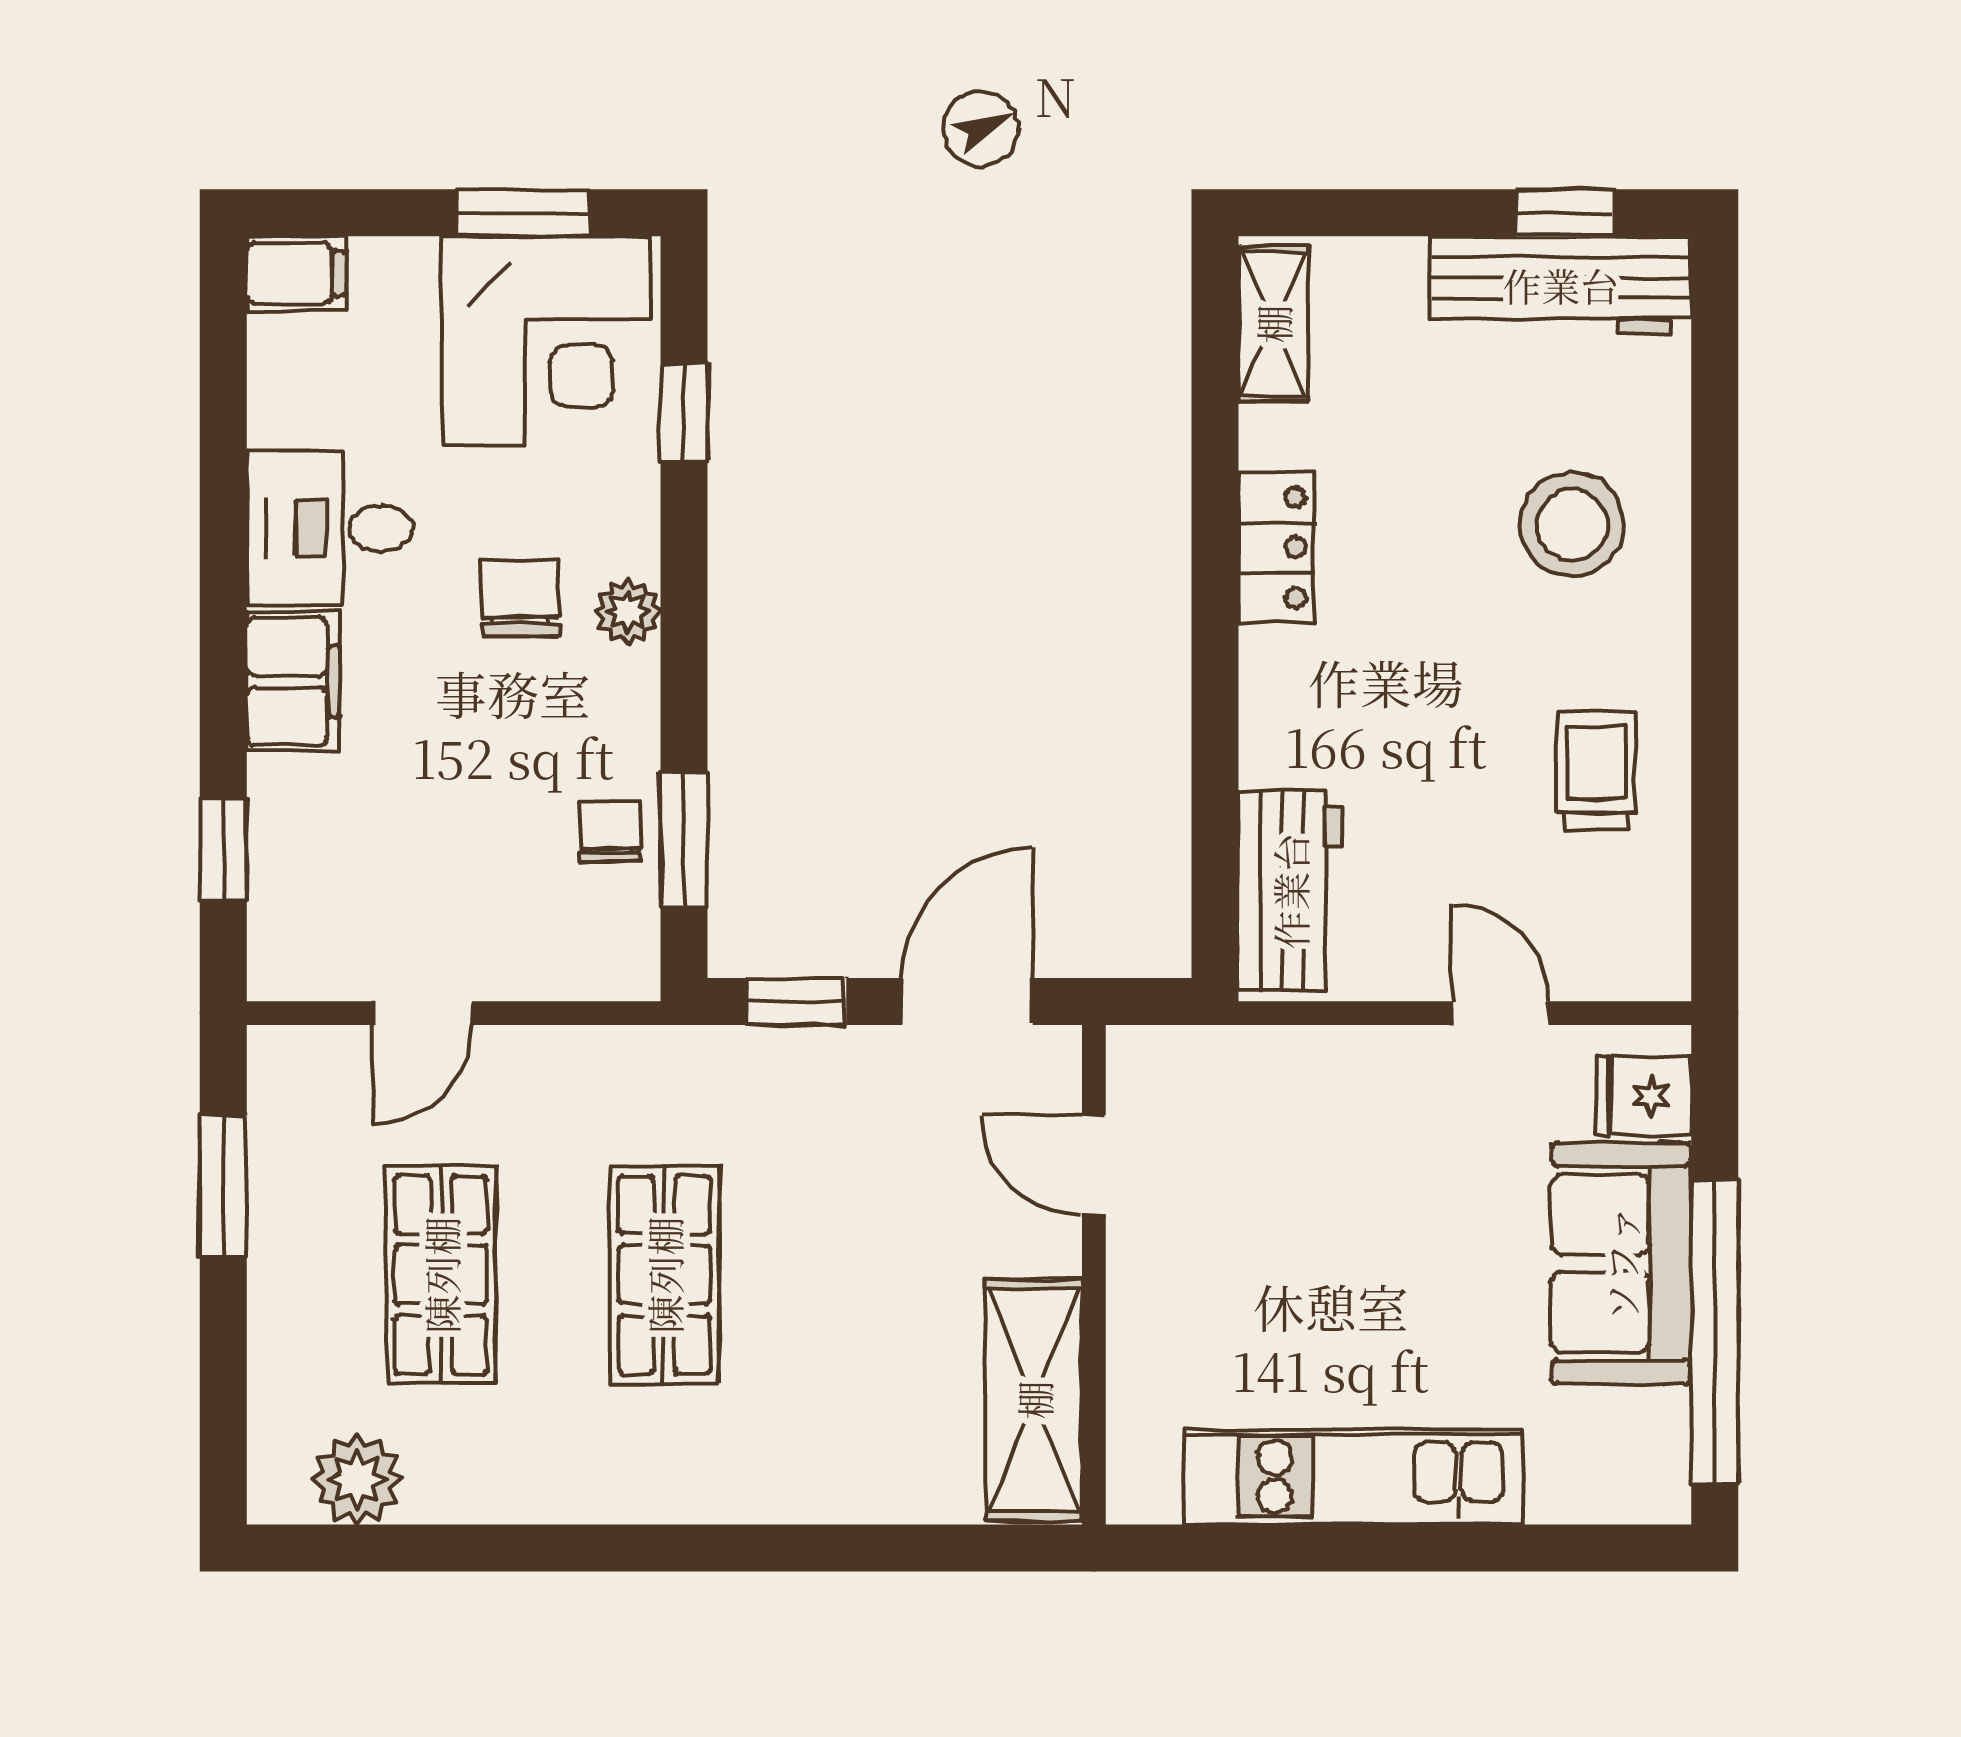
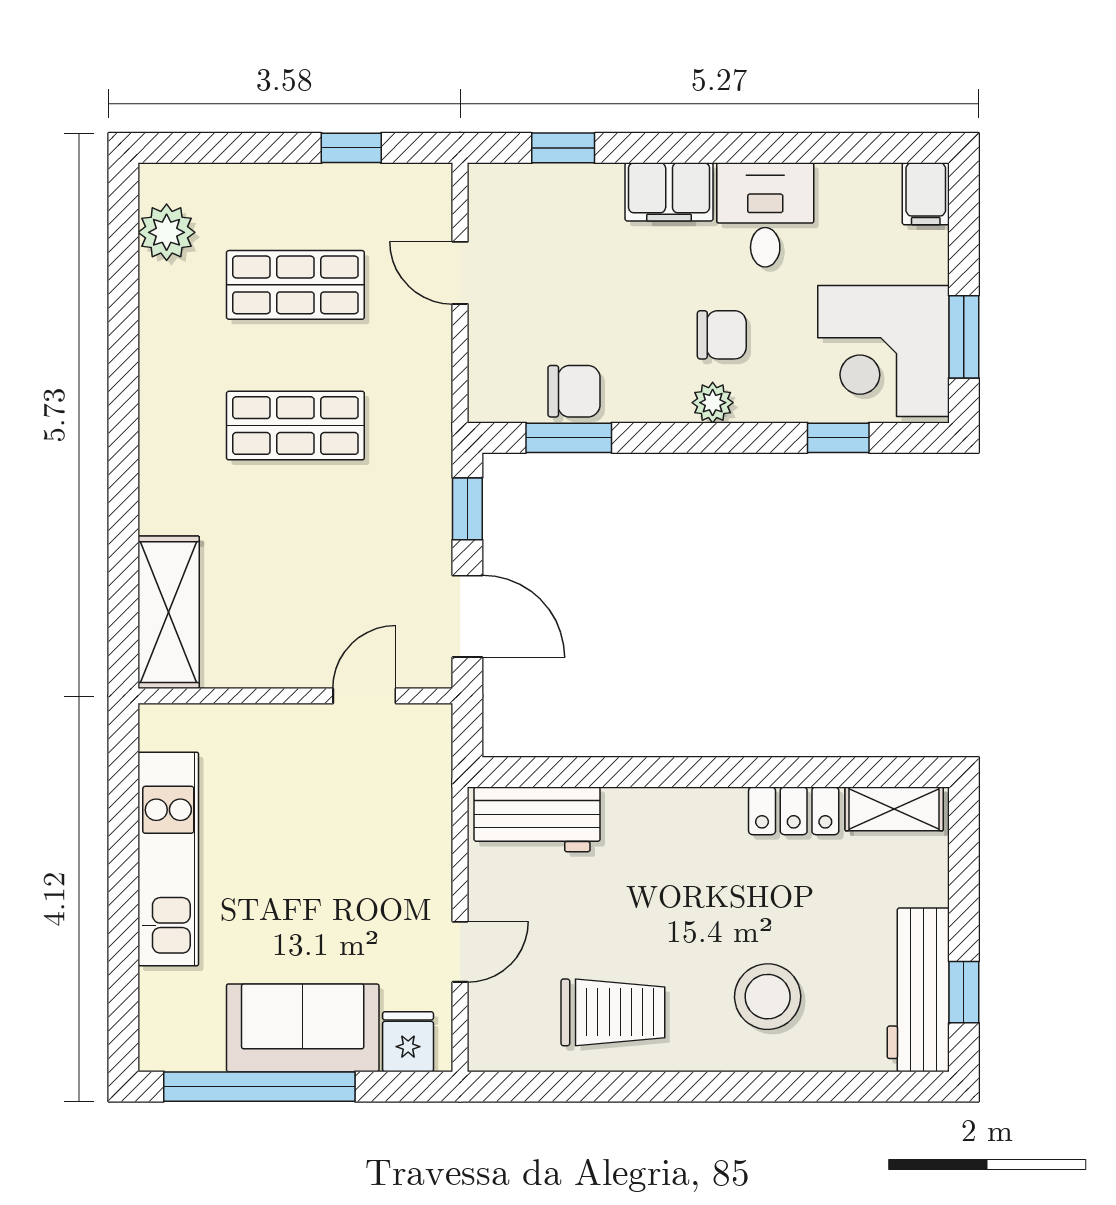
locker: (1276, 547) -> (794, 811), moved
trolley: (1597, 770) -> (613, 1012), width x1.36, depth x1.39
chair: (610, 832) -> (574, 391), width x1.37, depth x1.37
window: (223, 1186) -> (351, 148), width x0.67
shelving: (1034, 1400) -> (169, 612), moved, turned 90

